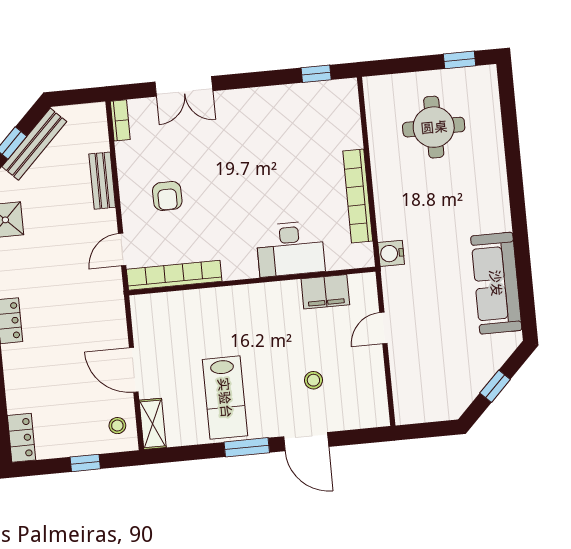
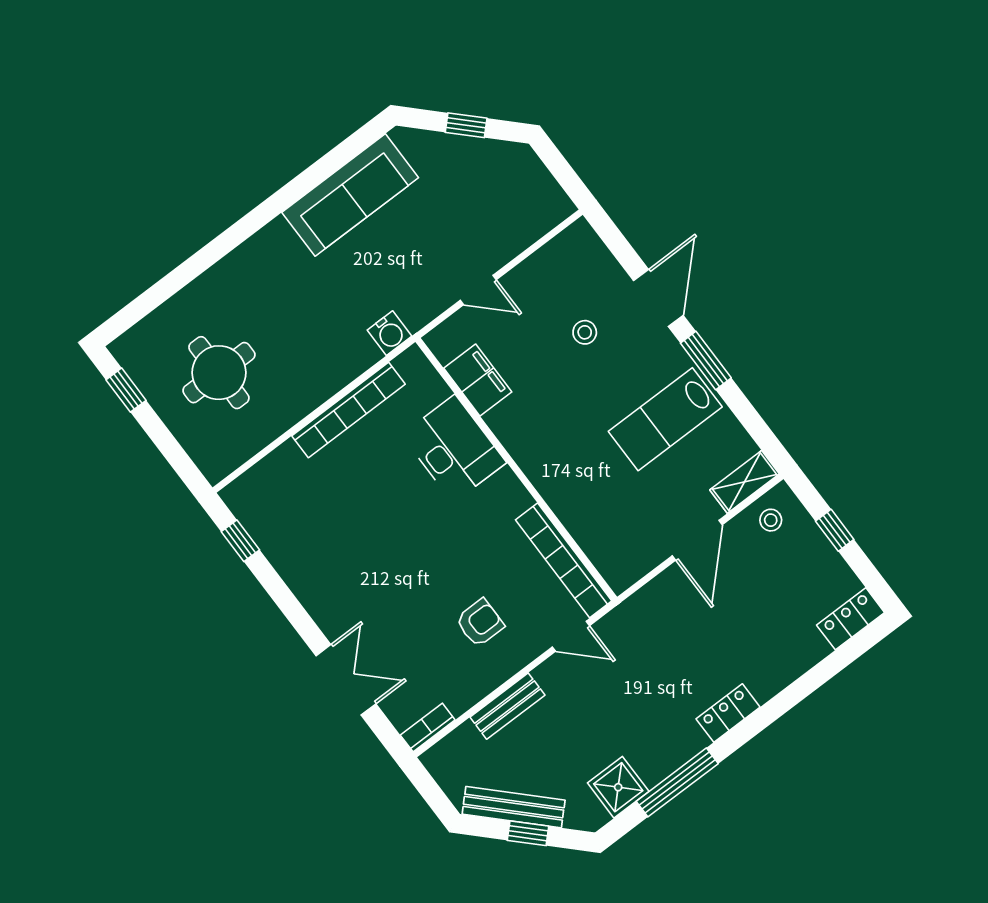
lab bench: (225, 398) -> (665, 419), turned 180

